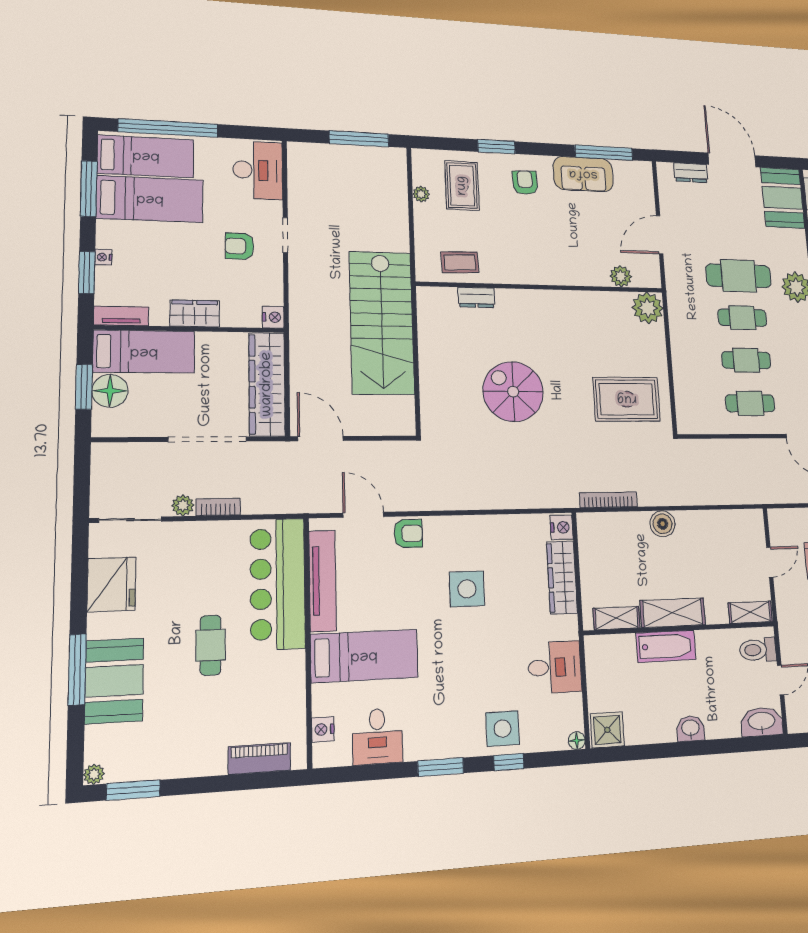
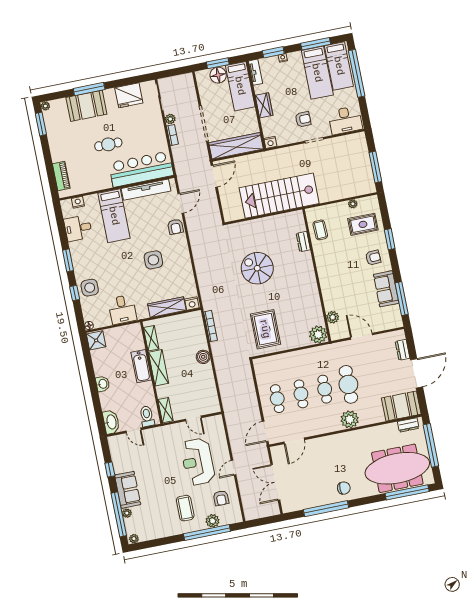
armchair: (239, 246) -> (303, 119), turned 90
spiral stairs: (513, 392) -> (257, 268), turned -90

